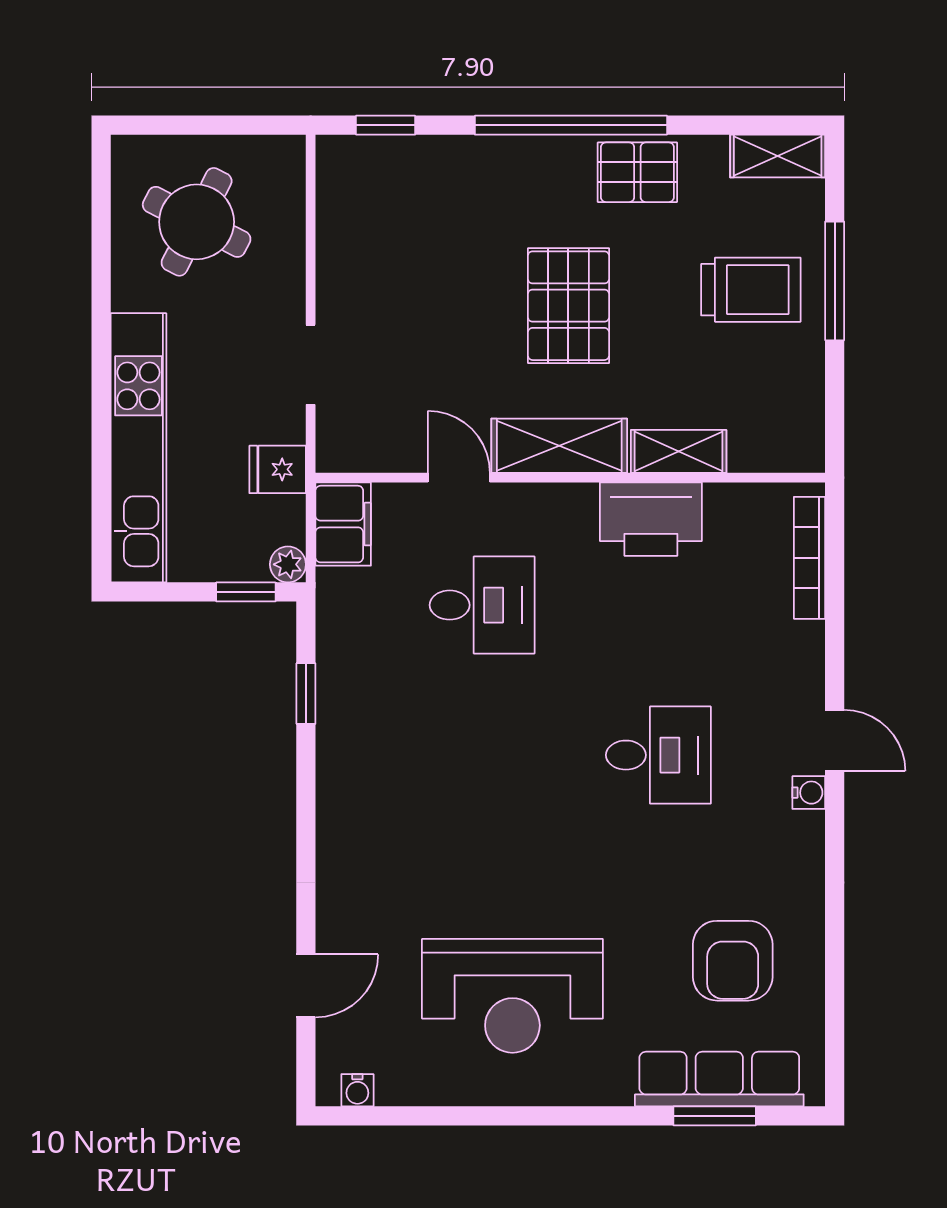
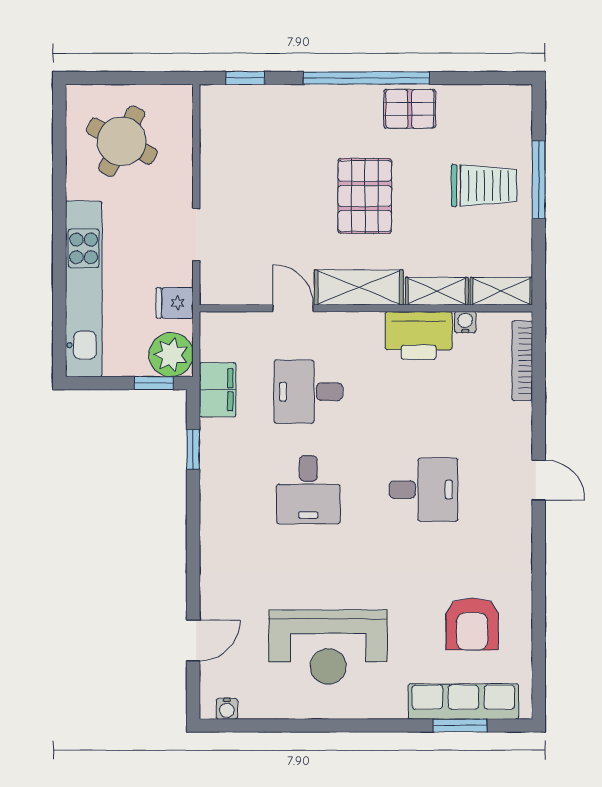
shelving: (778, 156) -> (501, 291), moved
filing cabinet: (343, 524) -> (218, 390), moved
plant: (288, 564) -> (171, 355), width x1.88, depth x1.88
desk: (482, 605) -> (308, 392), turned 180
desk: (482, 755) -> (308, 490), added
water cooler: (809, 793) -> (465, 322), moved, turned -90

